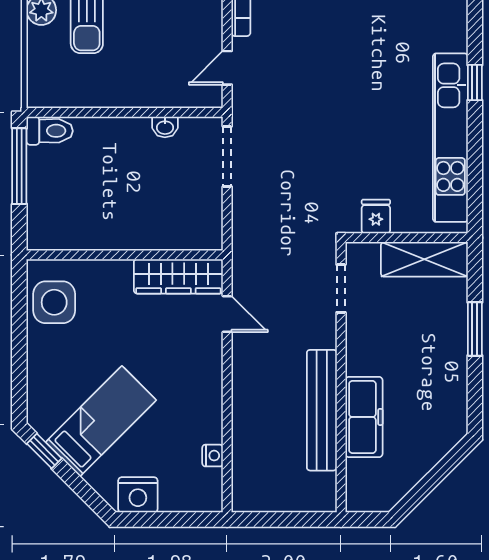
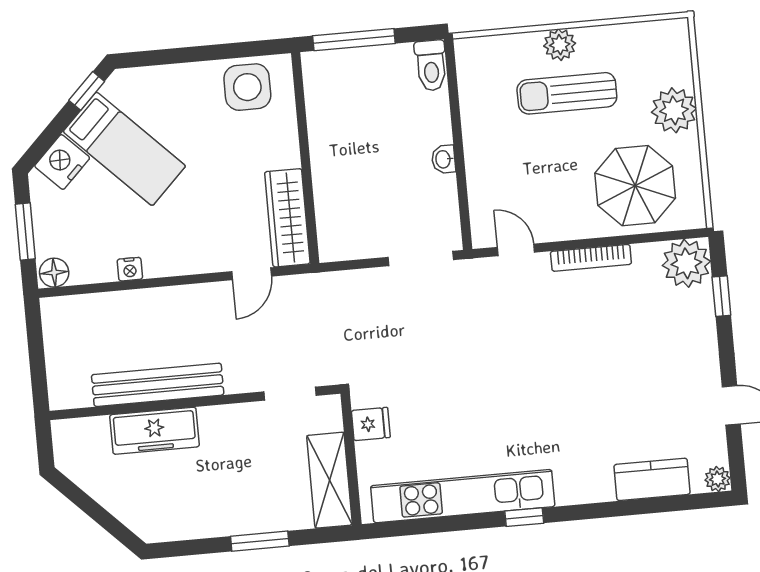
washbasin: (165, 127) -> (444, 159), moved
window: (19, 166) -> (354, 40), moved
nightstand: (213, 456) -> (130, 269), moved
nightstand: (138, 495) -> (62, 162), moved, turned 45
floor lamp: (209, 496) -> (54, 273), added
window: (169, 520) -> (25, 231), added

